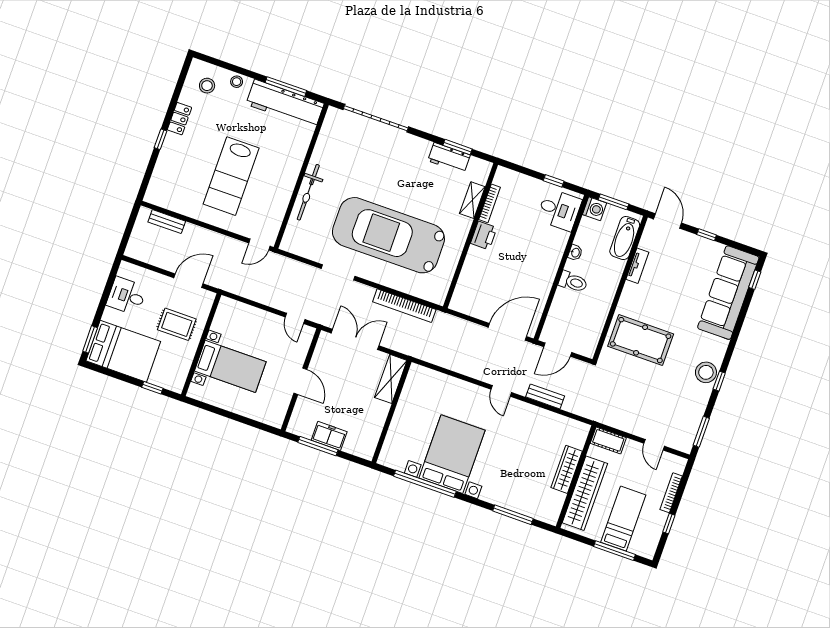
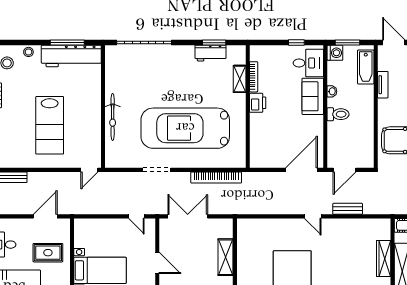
sofa: (551, 251) -> (313, 96), added
shelving: (391, 379) -> (225, 257), moved

